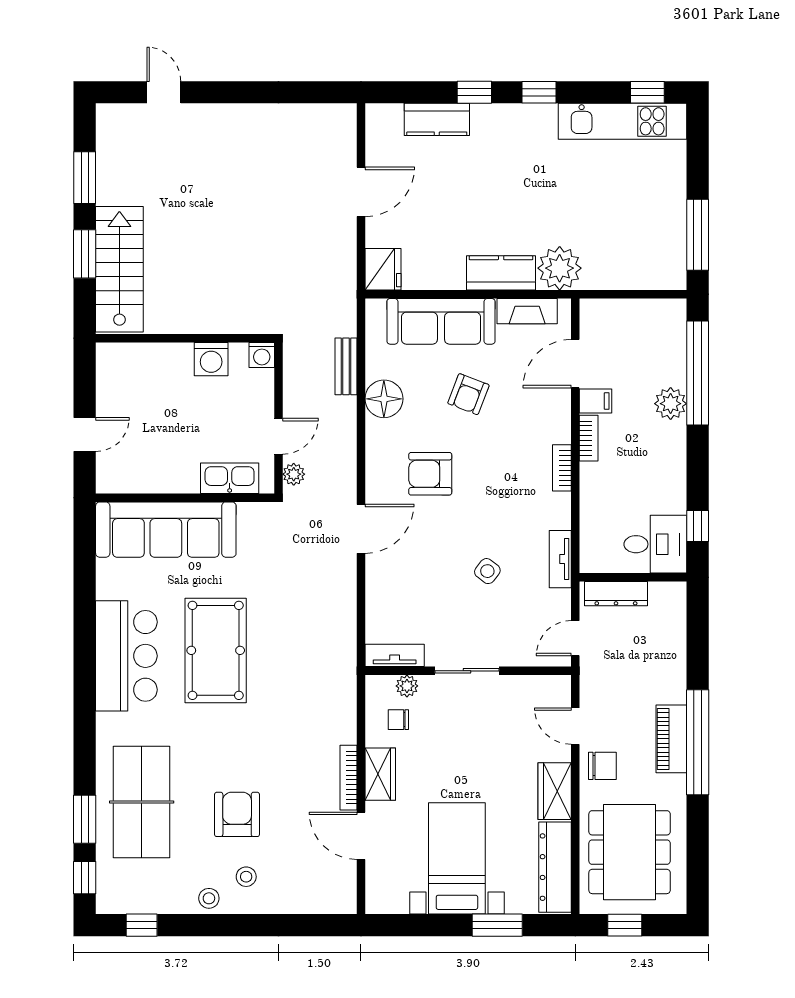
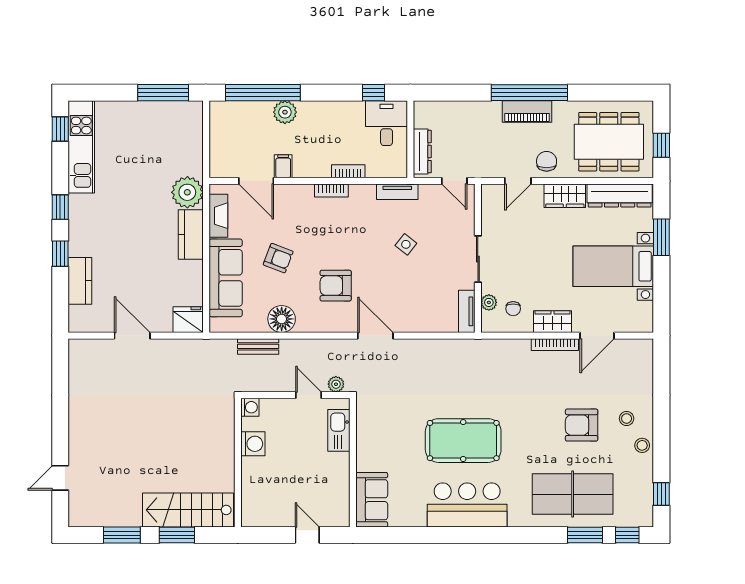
bookcase: (589, 438) -> (348, 171), moved
armchair: (430, 474) -> (336, 286), turned 90
sofa: (166, 530) -> (372, 500), width x0.54, depth x0.79

